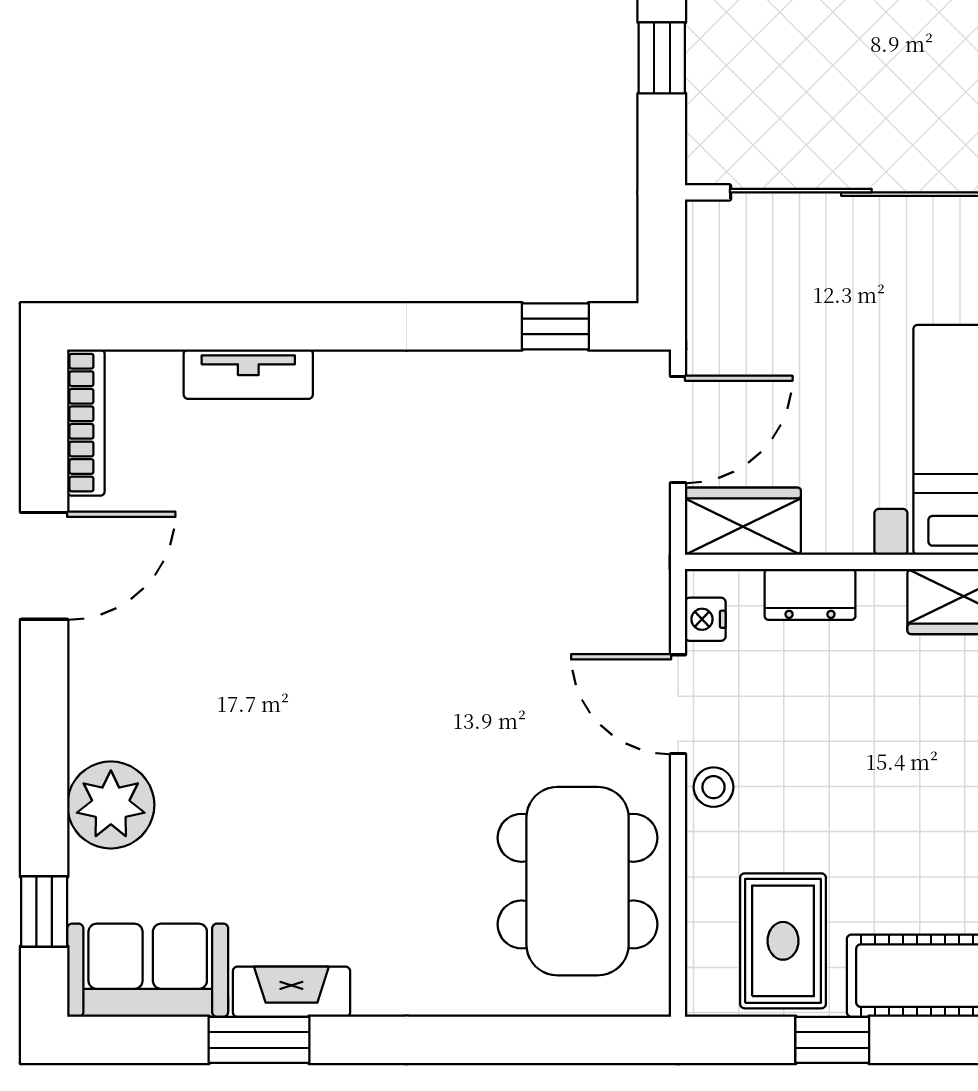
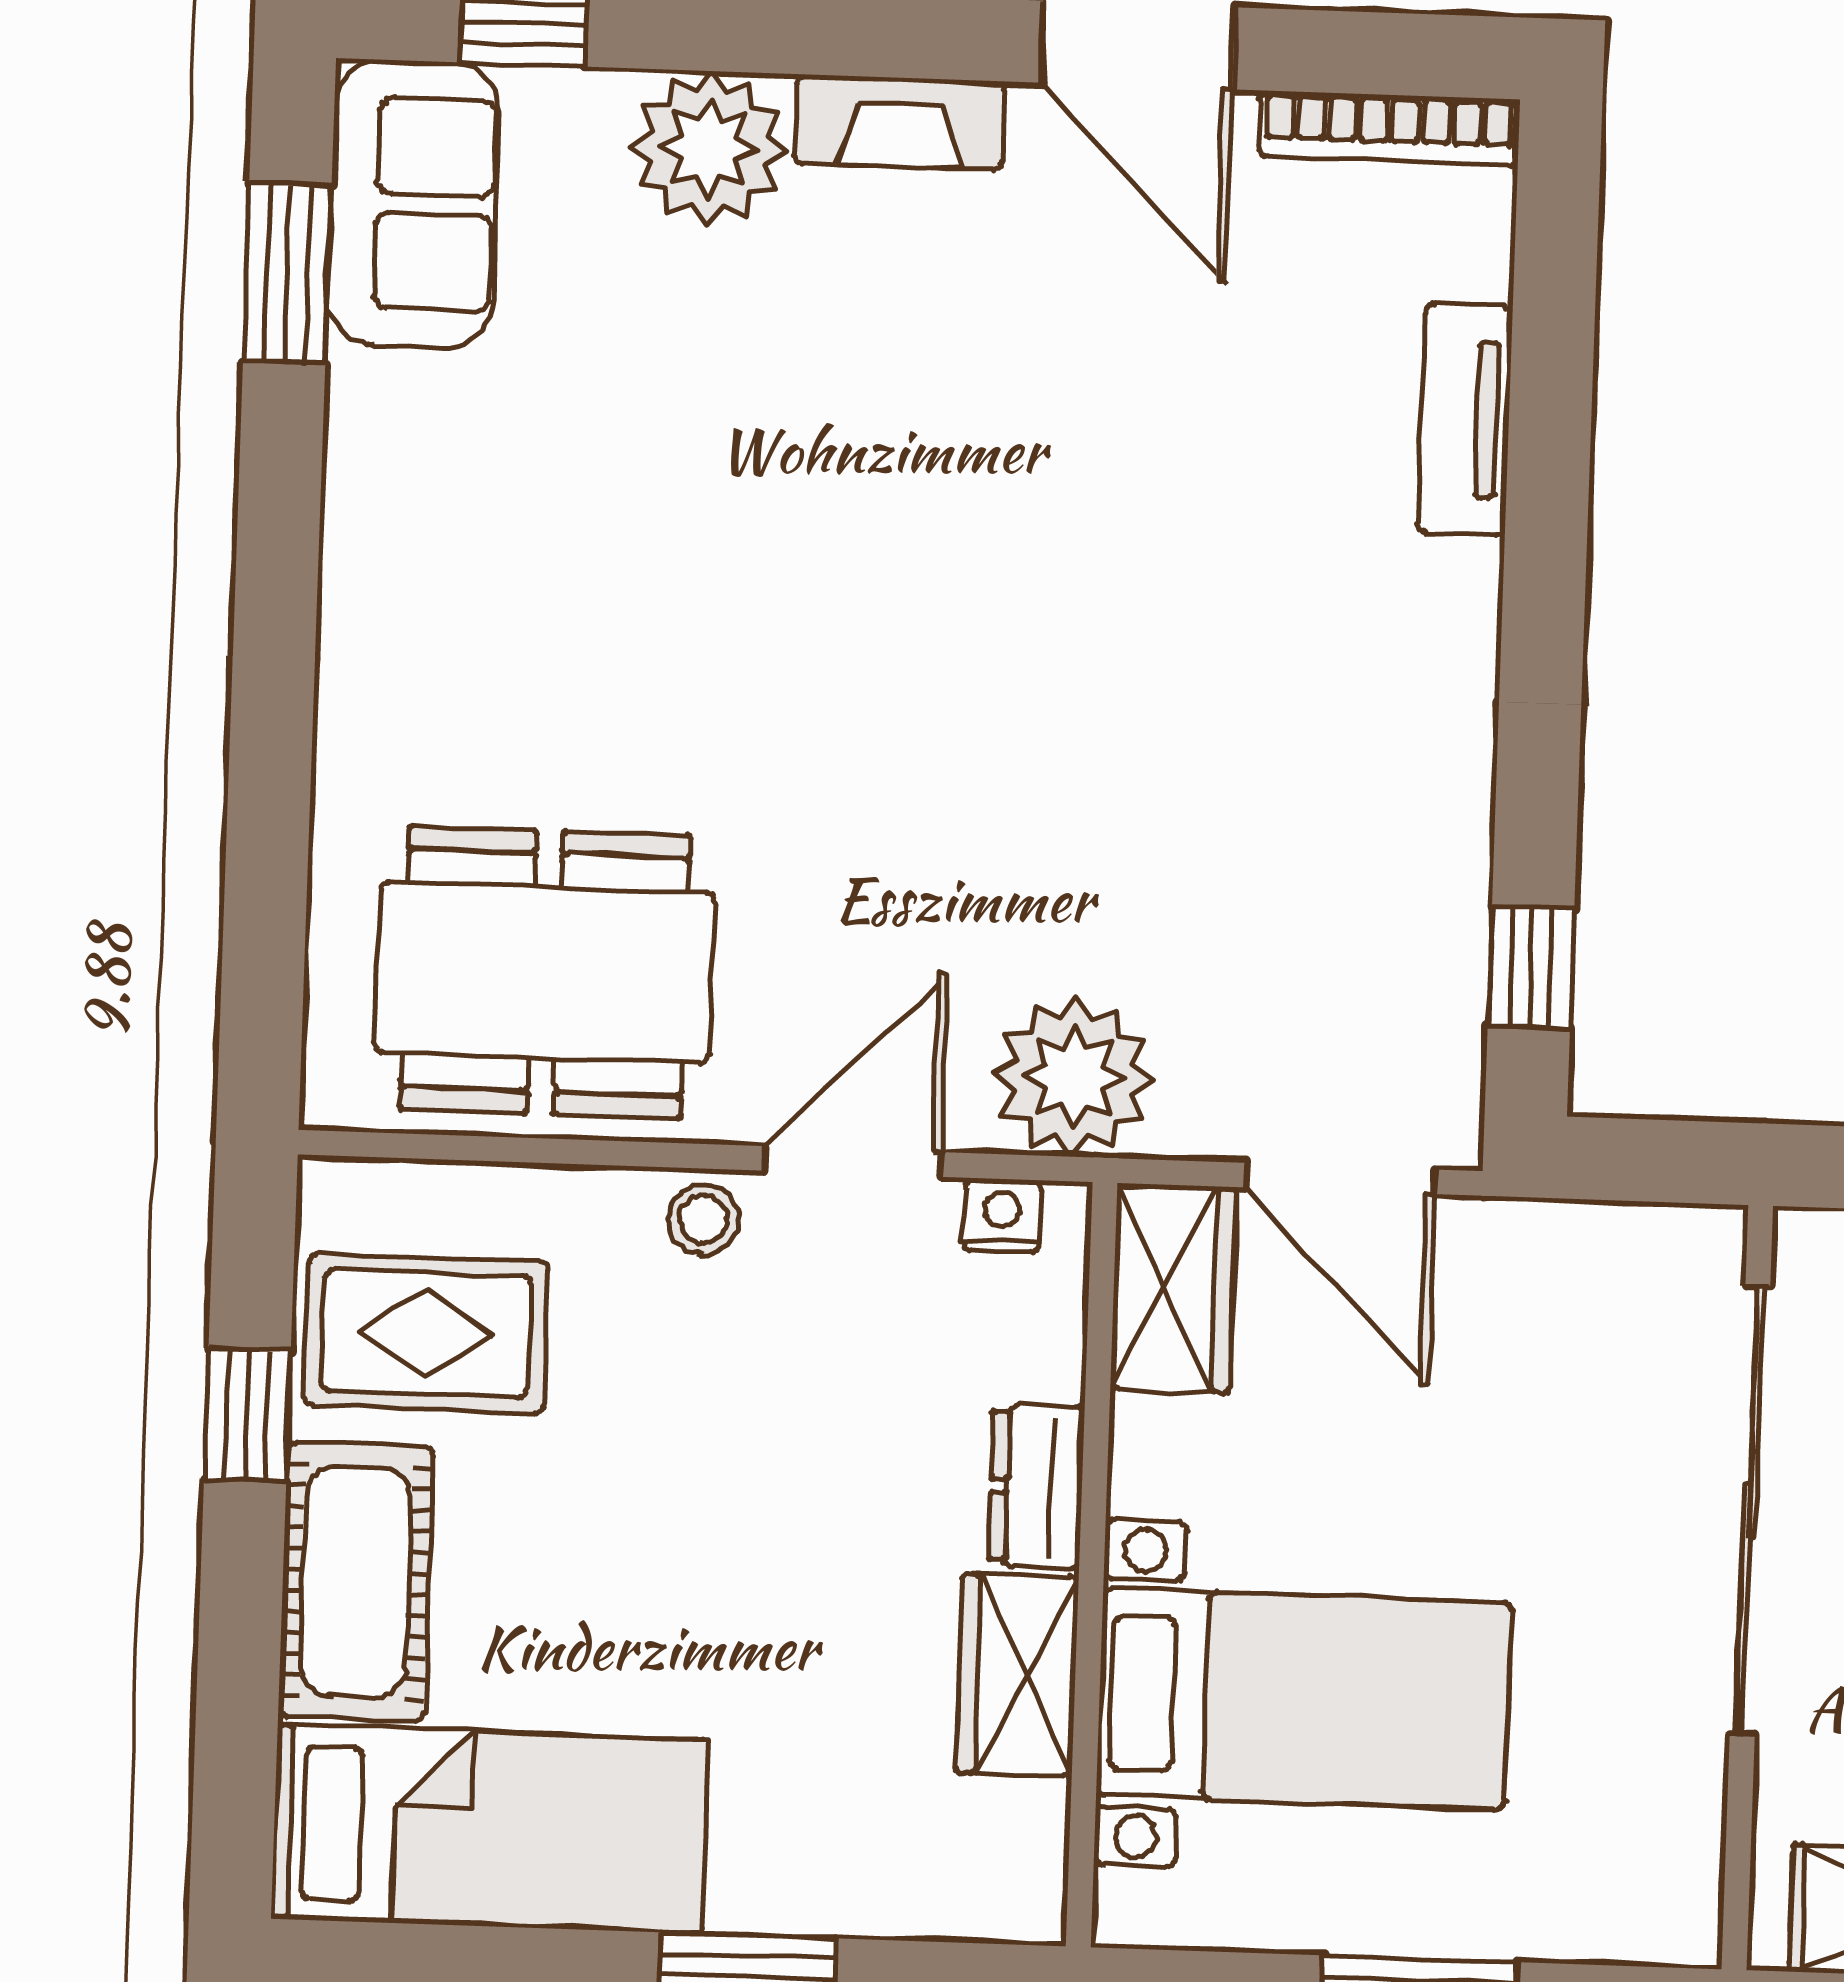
plant: (626, 582) -> (1074, 1077), added
dresser: (810, 594) -> (1037, 1487), moved
fireplace: (291, 992) -> (900, 122), moved, turned 90
window: (259, 1040) -> (287, 273), moved

